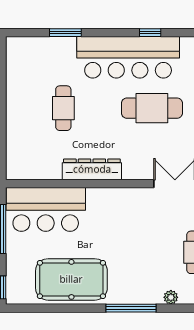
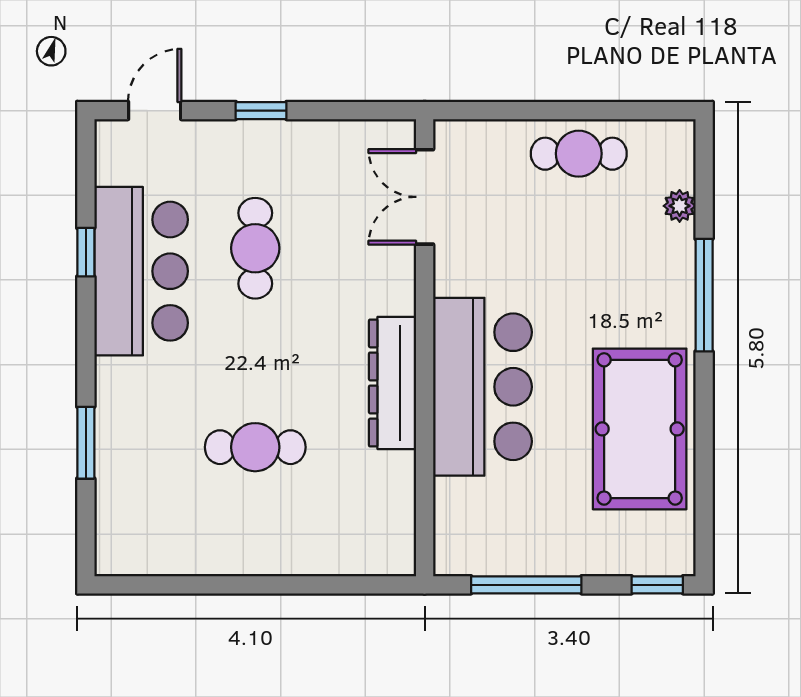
bar counter: (128, 57) -> (141, 271), width x0.73
cafe table: (152, 108) -> (255, 248), width x0.73, depth x0.74
bar counter: (46, 209) -> (482, 387), moved

